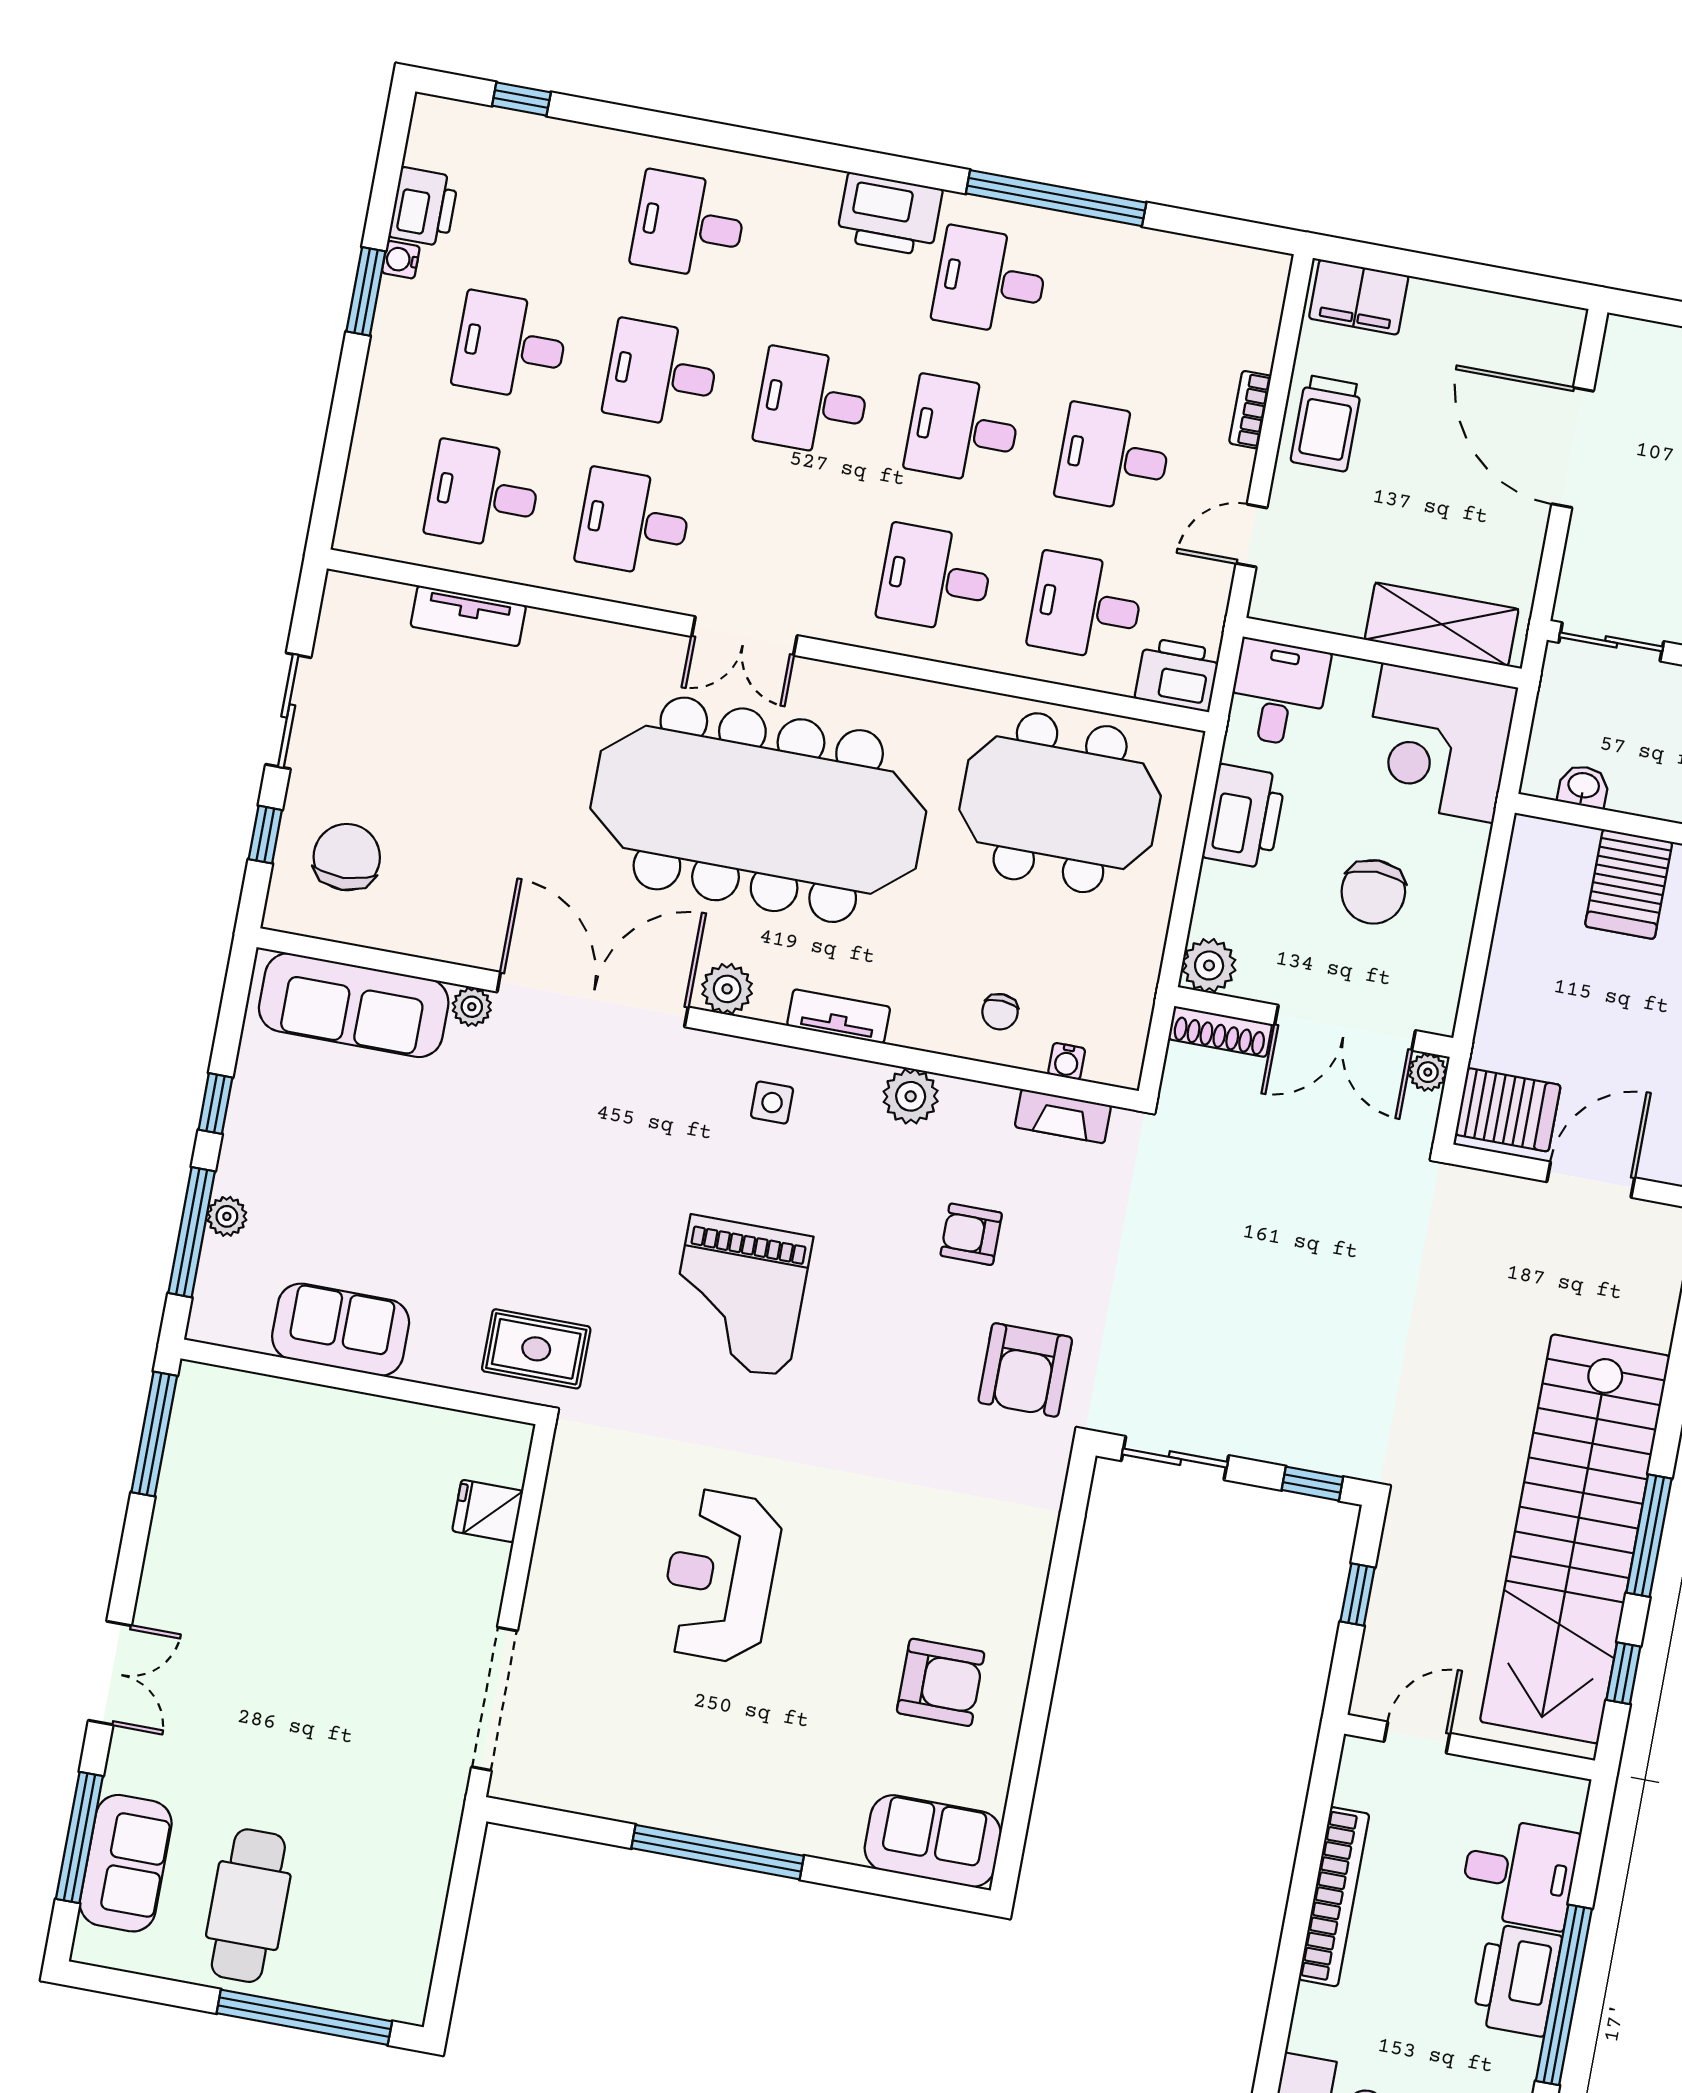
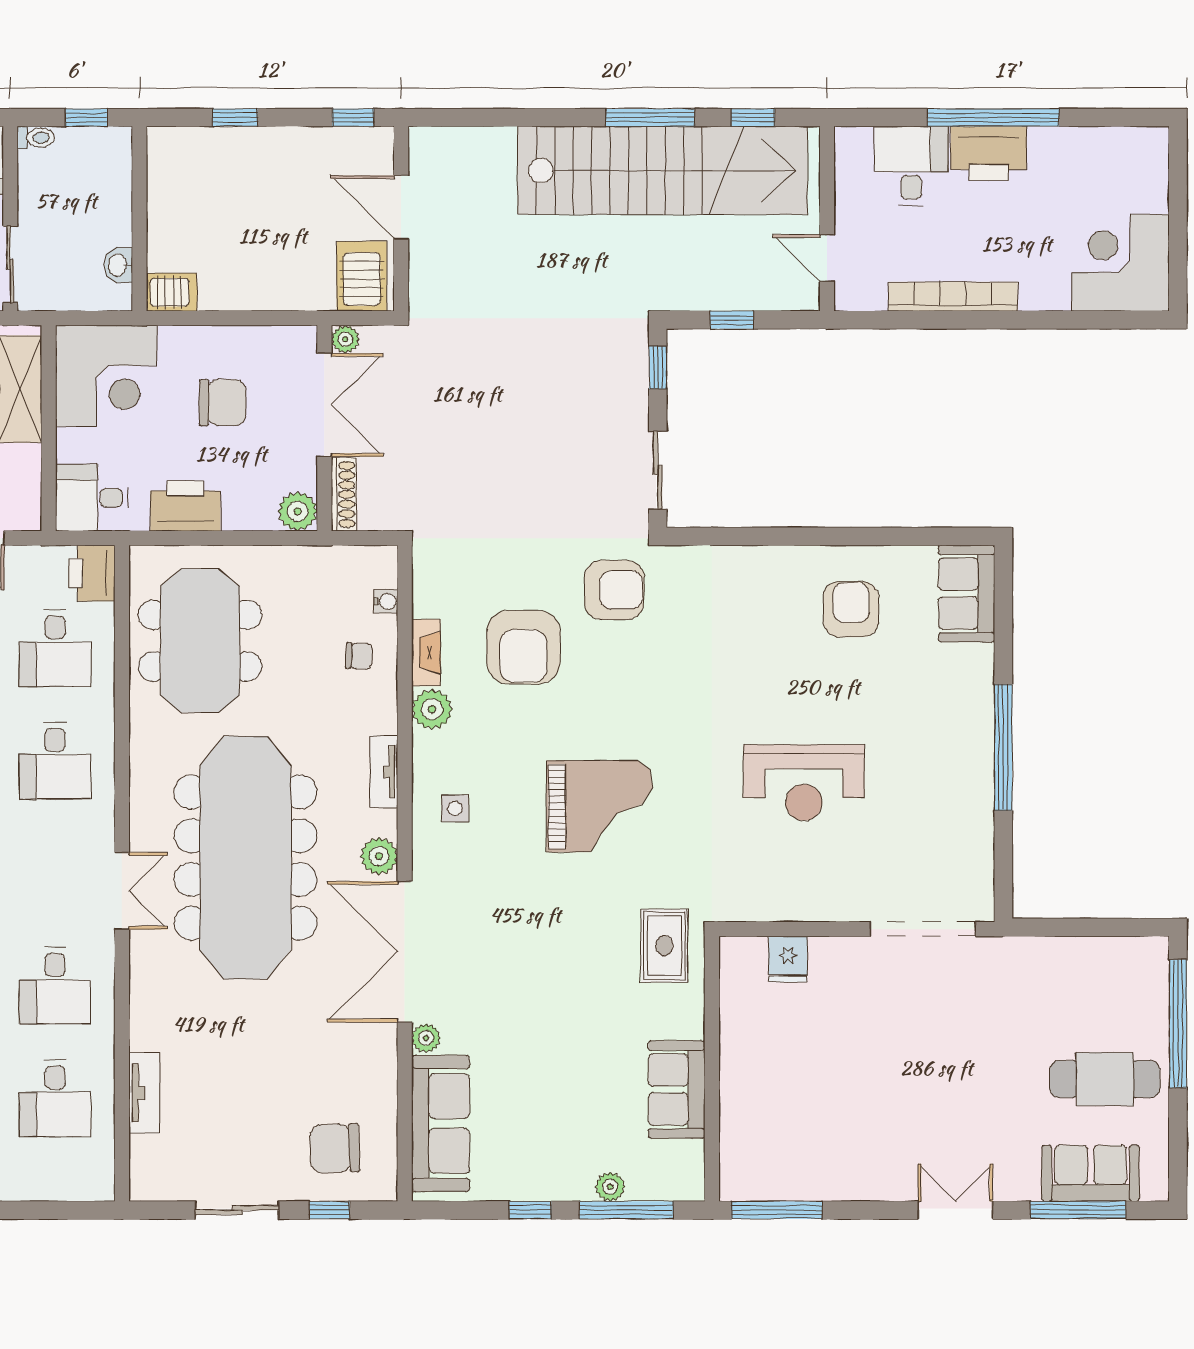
server rack: (1629, 884) -> (172, 292), moved, width x0.73, depth x0.70
fireplace: (1063, 1116) -> (426, 653), moved
armchair: (971, 1234) -> (523, 647), width x1.88, depth x1.88

